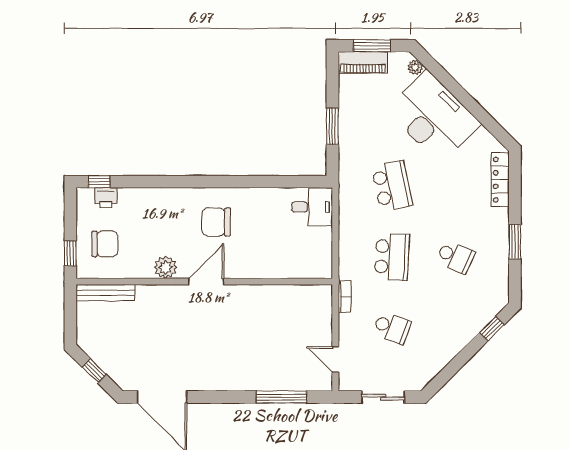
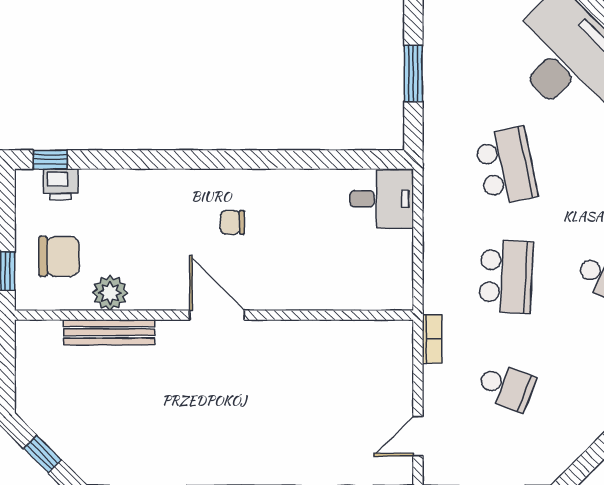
chair: (216, 222) -> (232, 222), width x0.54, depth x0.54
plant: (166, 267) -> (110, 293), moved
door: (206, 282) -> (217, 315), hinge flipped
bench: (105, 293) -> (109, 332), moved
door: (335, 359) -> (418, 436), hinge flipped

